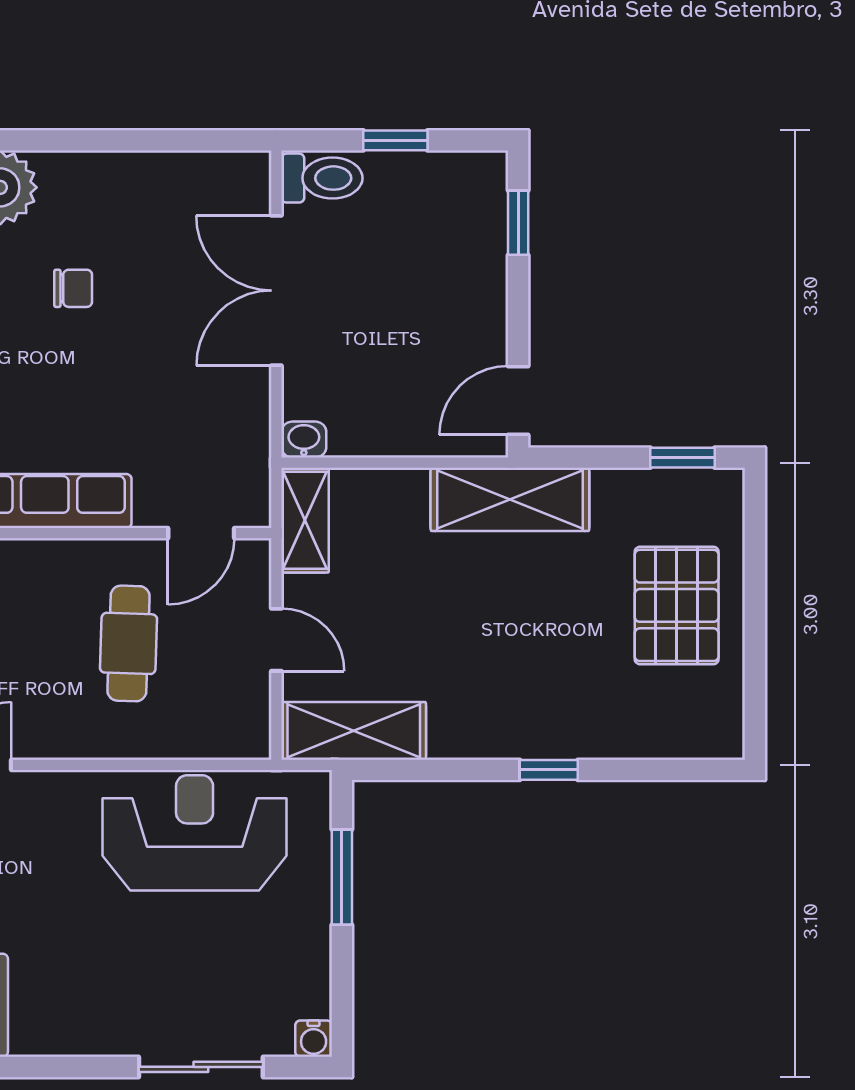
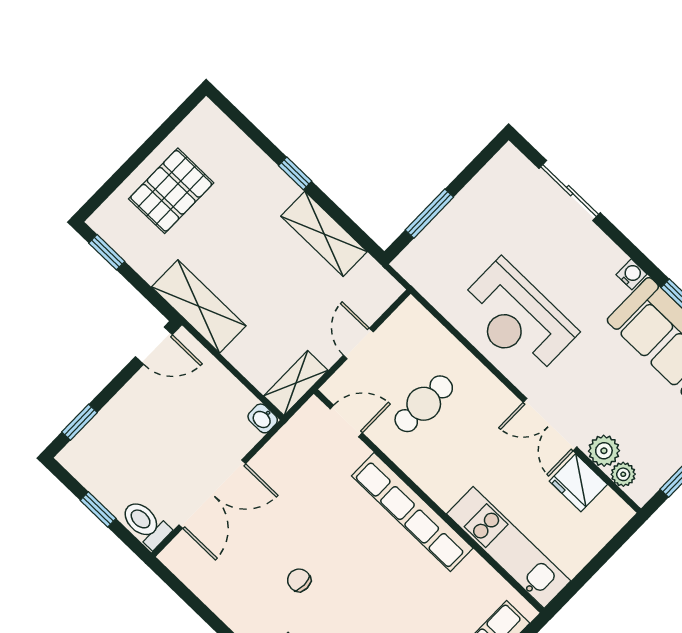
shelving: (354, 731) -> (324, 234), moved
reception desk: (195, 833) -> (517, 318), moved
water cooler: (314, 1039) -> (632, 274), moved

